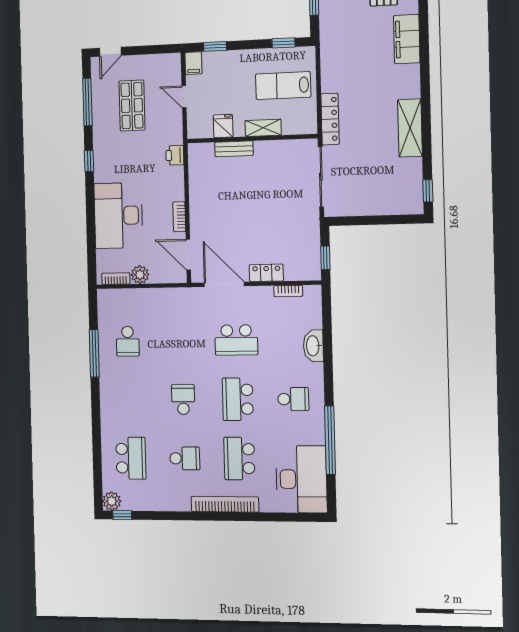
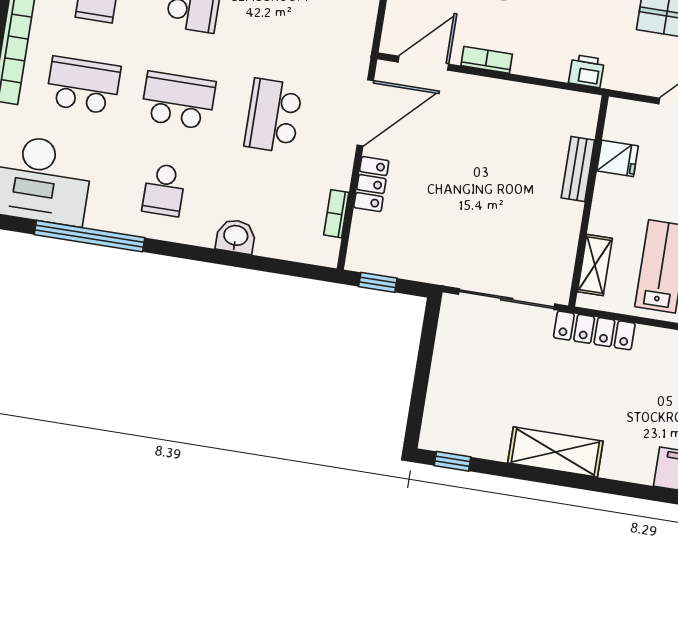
shelving: (263, 128) -> (595, 265), moved
washbasin: (313, 346) -> (236, 236), width x0.72

